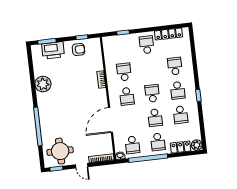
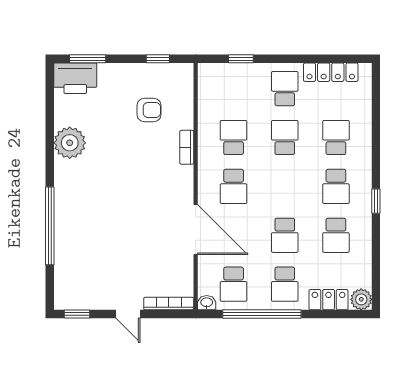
armchair: (78, 49) -> (149, 110), moved
printer: (53, 50) -> (75, 78), moved
school desk: (152, 93) -> (285, 137), moved
door: (110, 120) -> (196, 230), swing flipped
round table: (60, 151) -> (88, 280), removed

